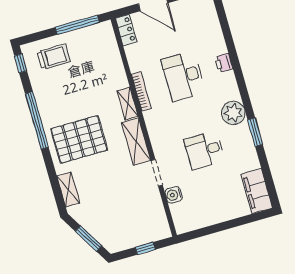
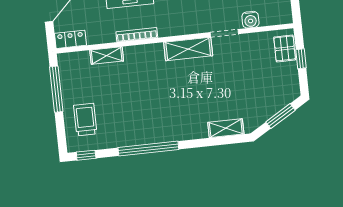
shelving: (127, 104) -> (107, 56), moved
pallet: (79, 139) -> (285, 48), moved, width x0.49, depth x0.50

